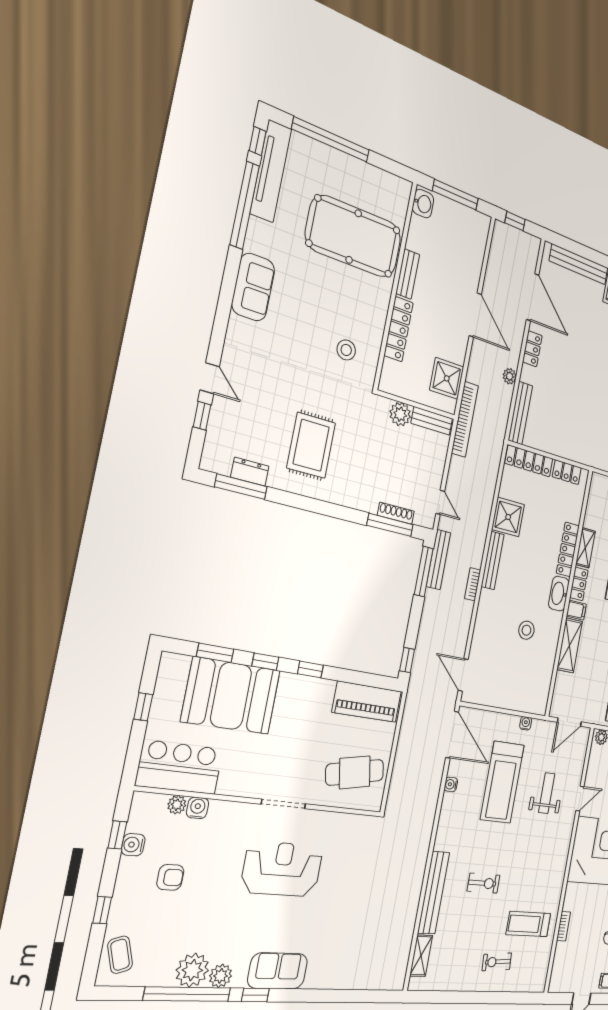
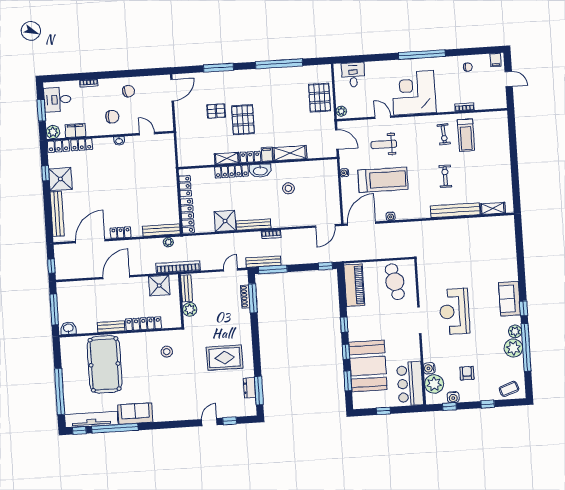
sofa: (253, 287) -> (135, 414), moved
plant: (510, 376) -> (168, 242), moved
plant: (177, 805) -> (434, 384), width x1.87, depth x1.87
exercise bike: (497, 962) -> (444, 134), moved

